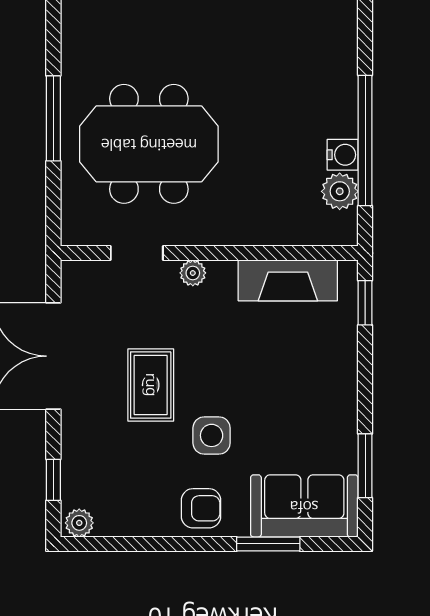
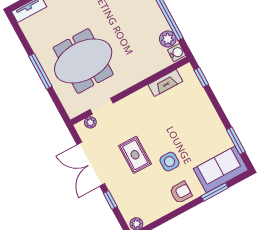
water cooler: (343, 155) -> (177, 53), moved
plant: (193, 273) -> (90, 122), moved
fireplace: (288, 280) -> (165, 83), width x0.73, depth x0.76
window: (53, 480) -> (110, 200), moved

